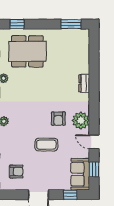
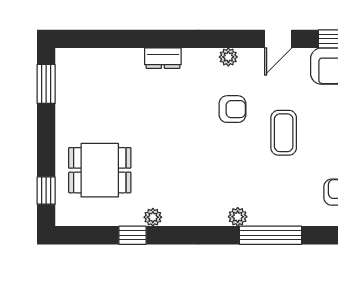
dining table: (27, 51) -> (100, 170), width x0.73
plant: (81, 121) -> (228, 57), width x0.53, depth x0.53

